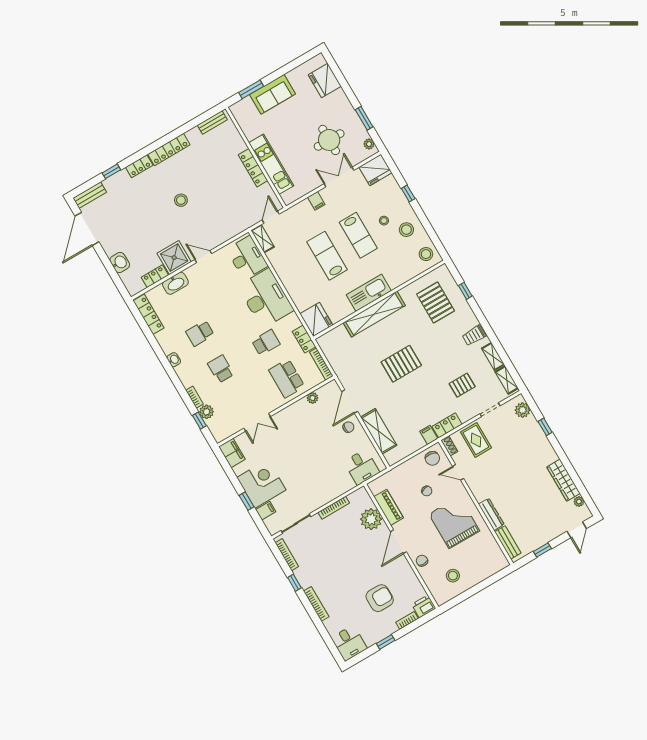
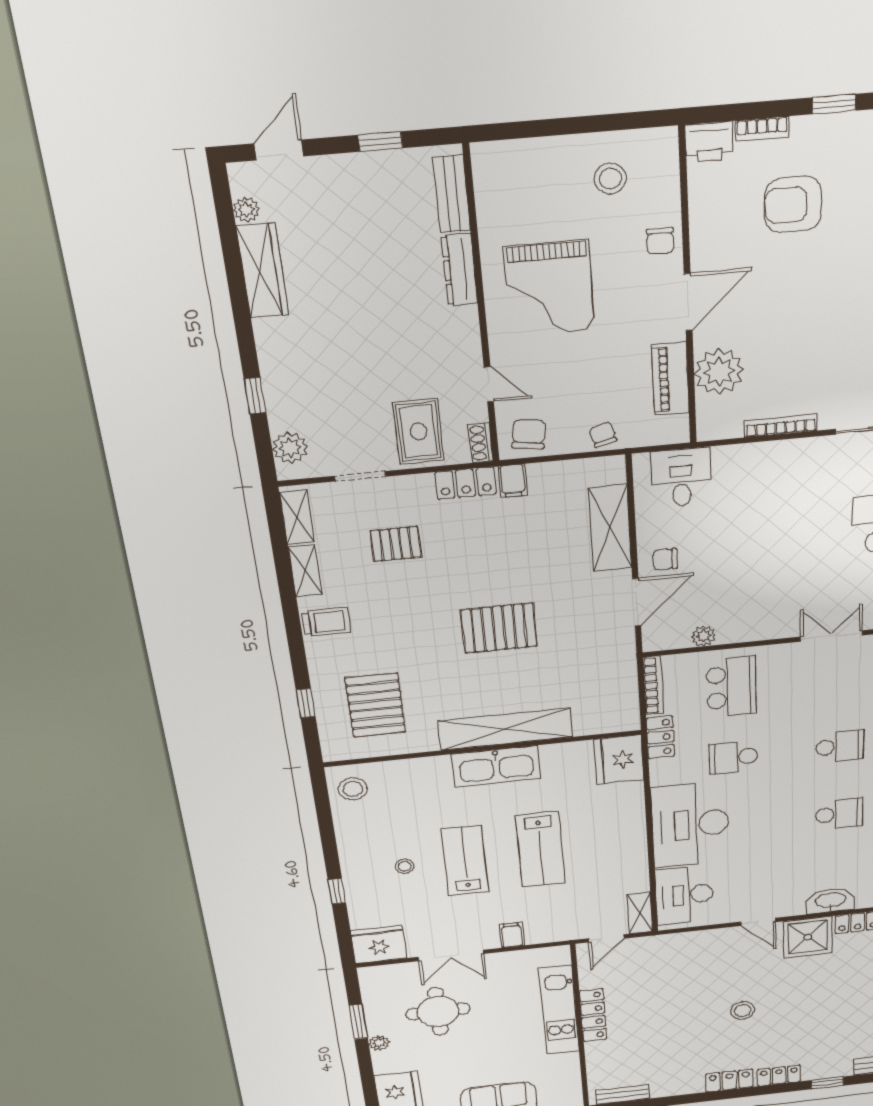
plant: (369, 144) -> (379, 1043), moved
locker: (169, 149) -> (729, 1080), width x0.66
stool: (406, 230) -> (370, 839), removed
school desk: (221, 369) -> (840, 746), turned -90
chair: (427, 491) -> (603, 435), moved

